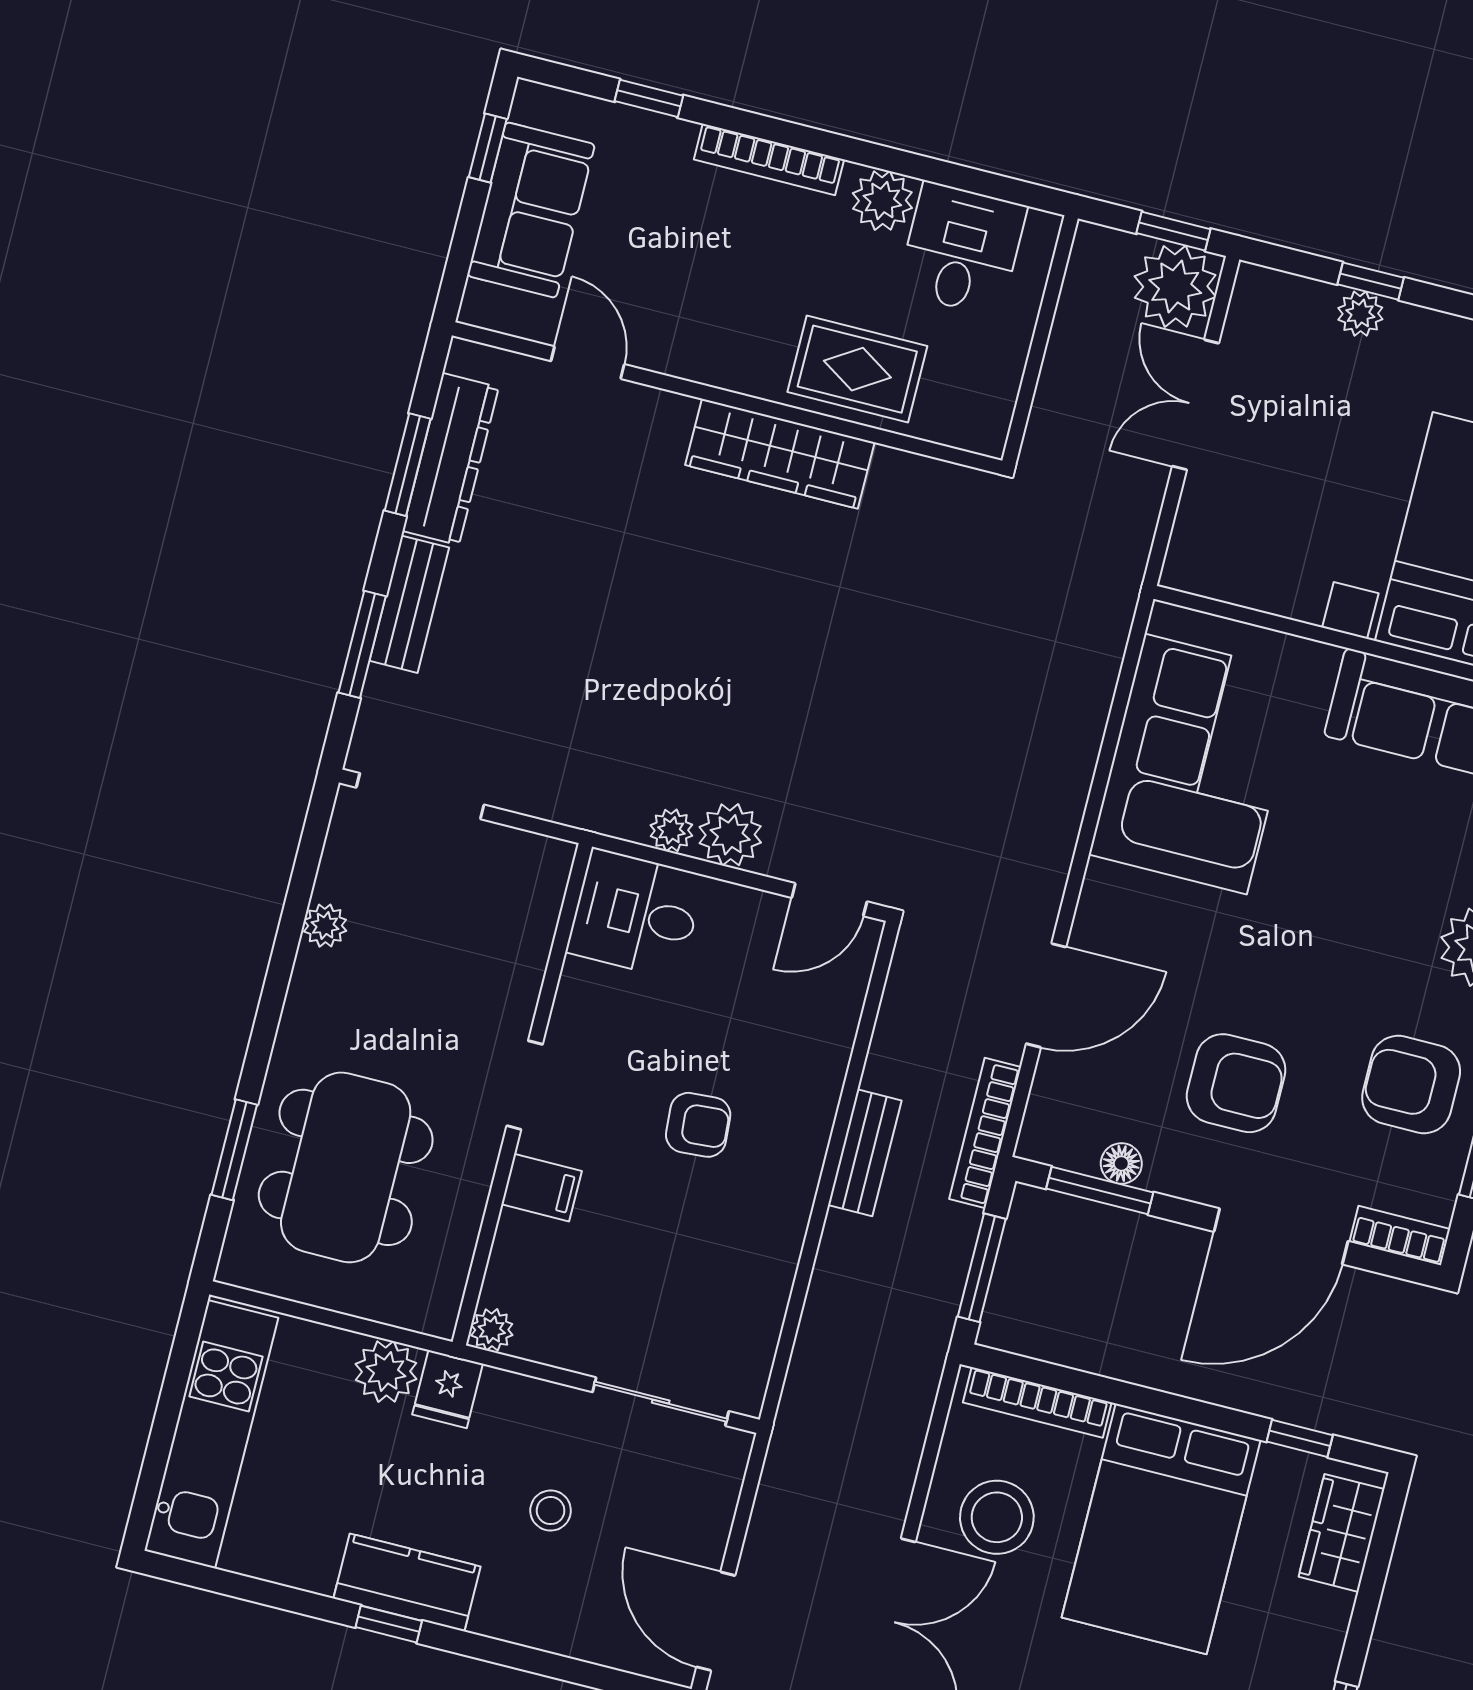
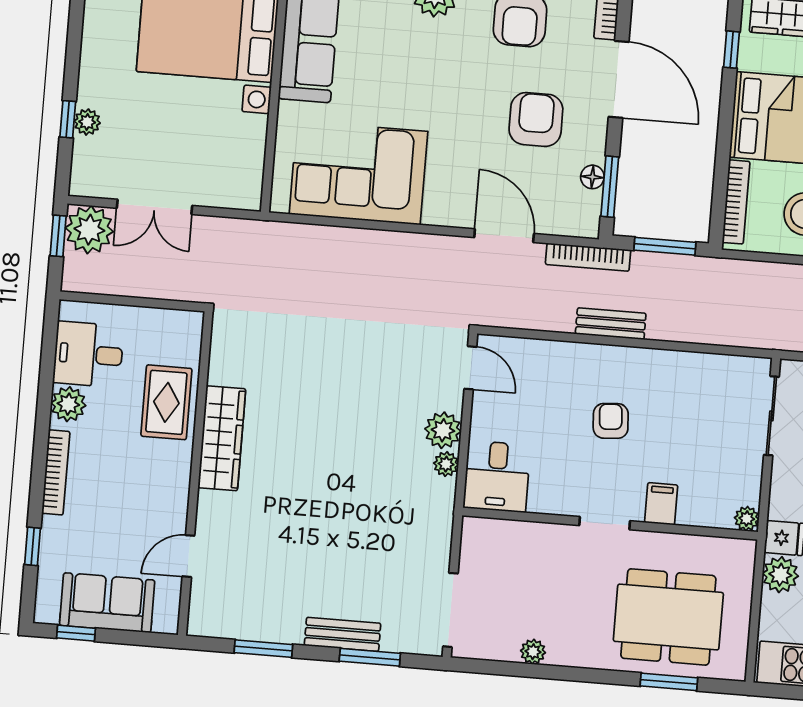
dresser: (451, 459) -> (256, 625), removed

